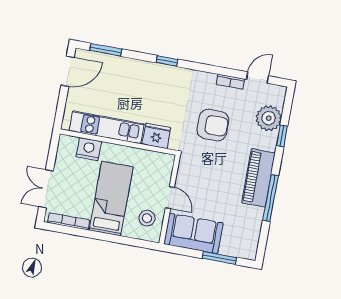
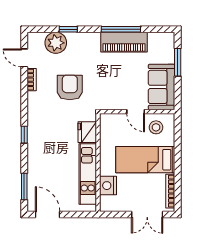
piano: (258, 178) -> (124, 42), moved
door: (170, 198) -> (136, 112), swing flipped

